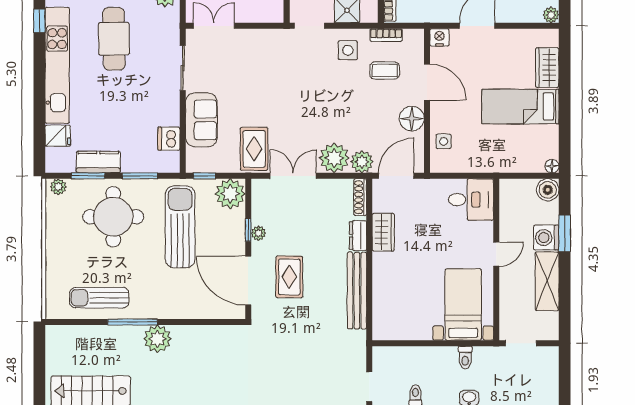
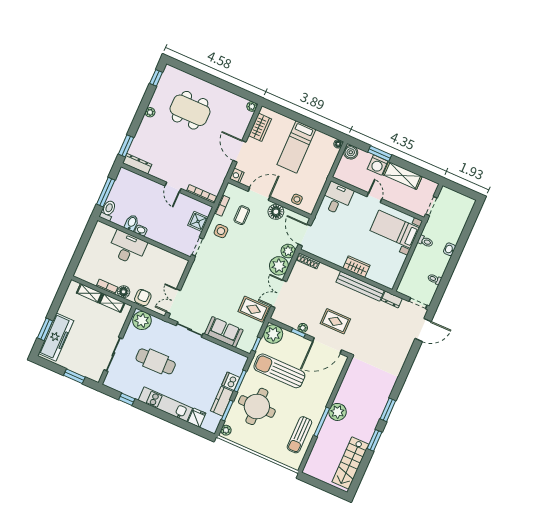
kitchen unit: (57, 65) -> (165, 404), width x0.73
wardrobe: (547, 68) -> (260, 127), moved, turned -90
dishwasher: (169, 139) -> (231, 381), moved, turned 90
wardrobe: (383, 232) -> (356, 267), moved
dresser: (358, 236) -> (392, 299), moved

